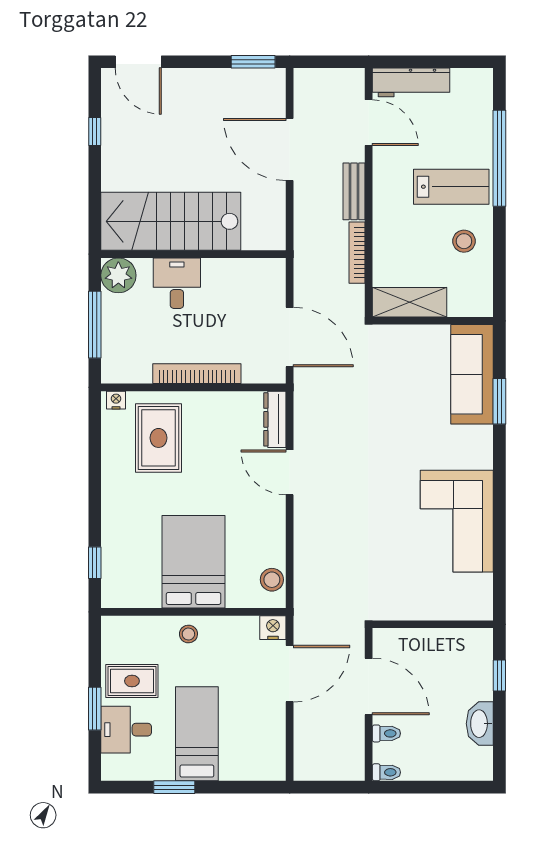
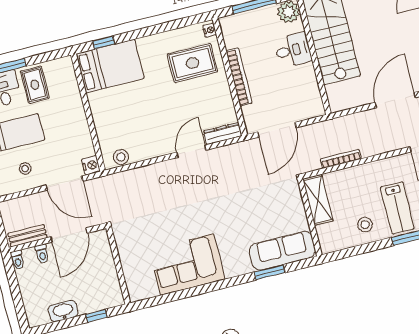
bench: (354, 191) -> (27, 236), moved
bed: (194, 562) -> (110, 66), moved
stool: (188, 634) -> (25, 169), moved

